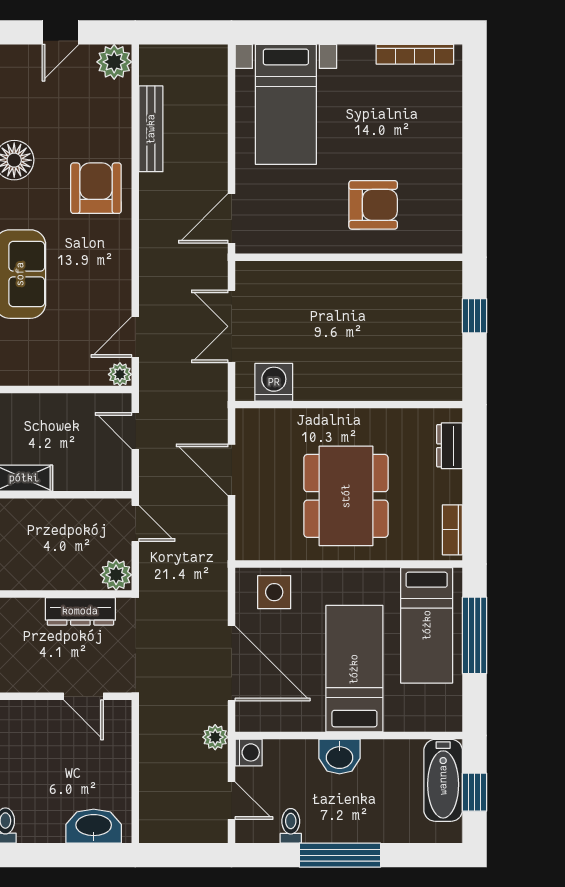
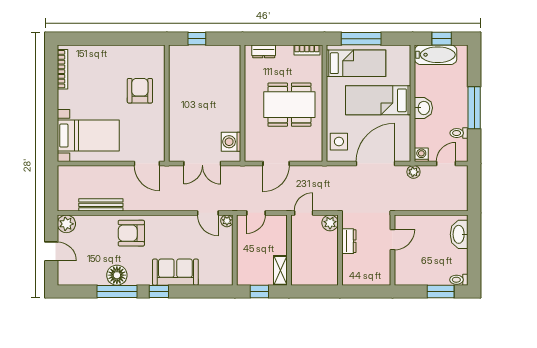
dresser: (80, 611) -> (349, 241), width x0.70

